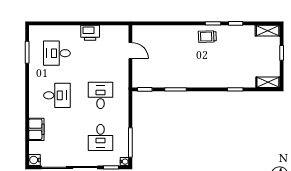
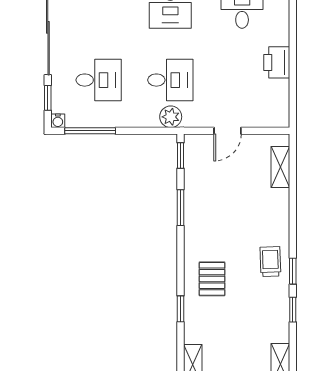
shelving: (152, 31) -> (280, 167), added
door: (130, 51) -> (227, 131), moved
pallet: (217, 71) -> (212, 279), added
plant: (122, 95) -> (171, 117), added
desk: (101, 138) -> (99, 80), turned 180

